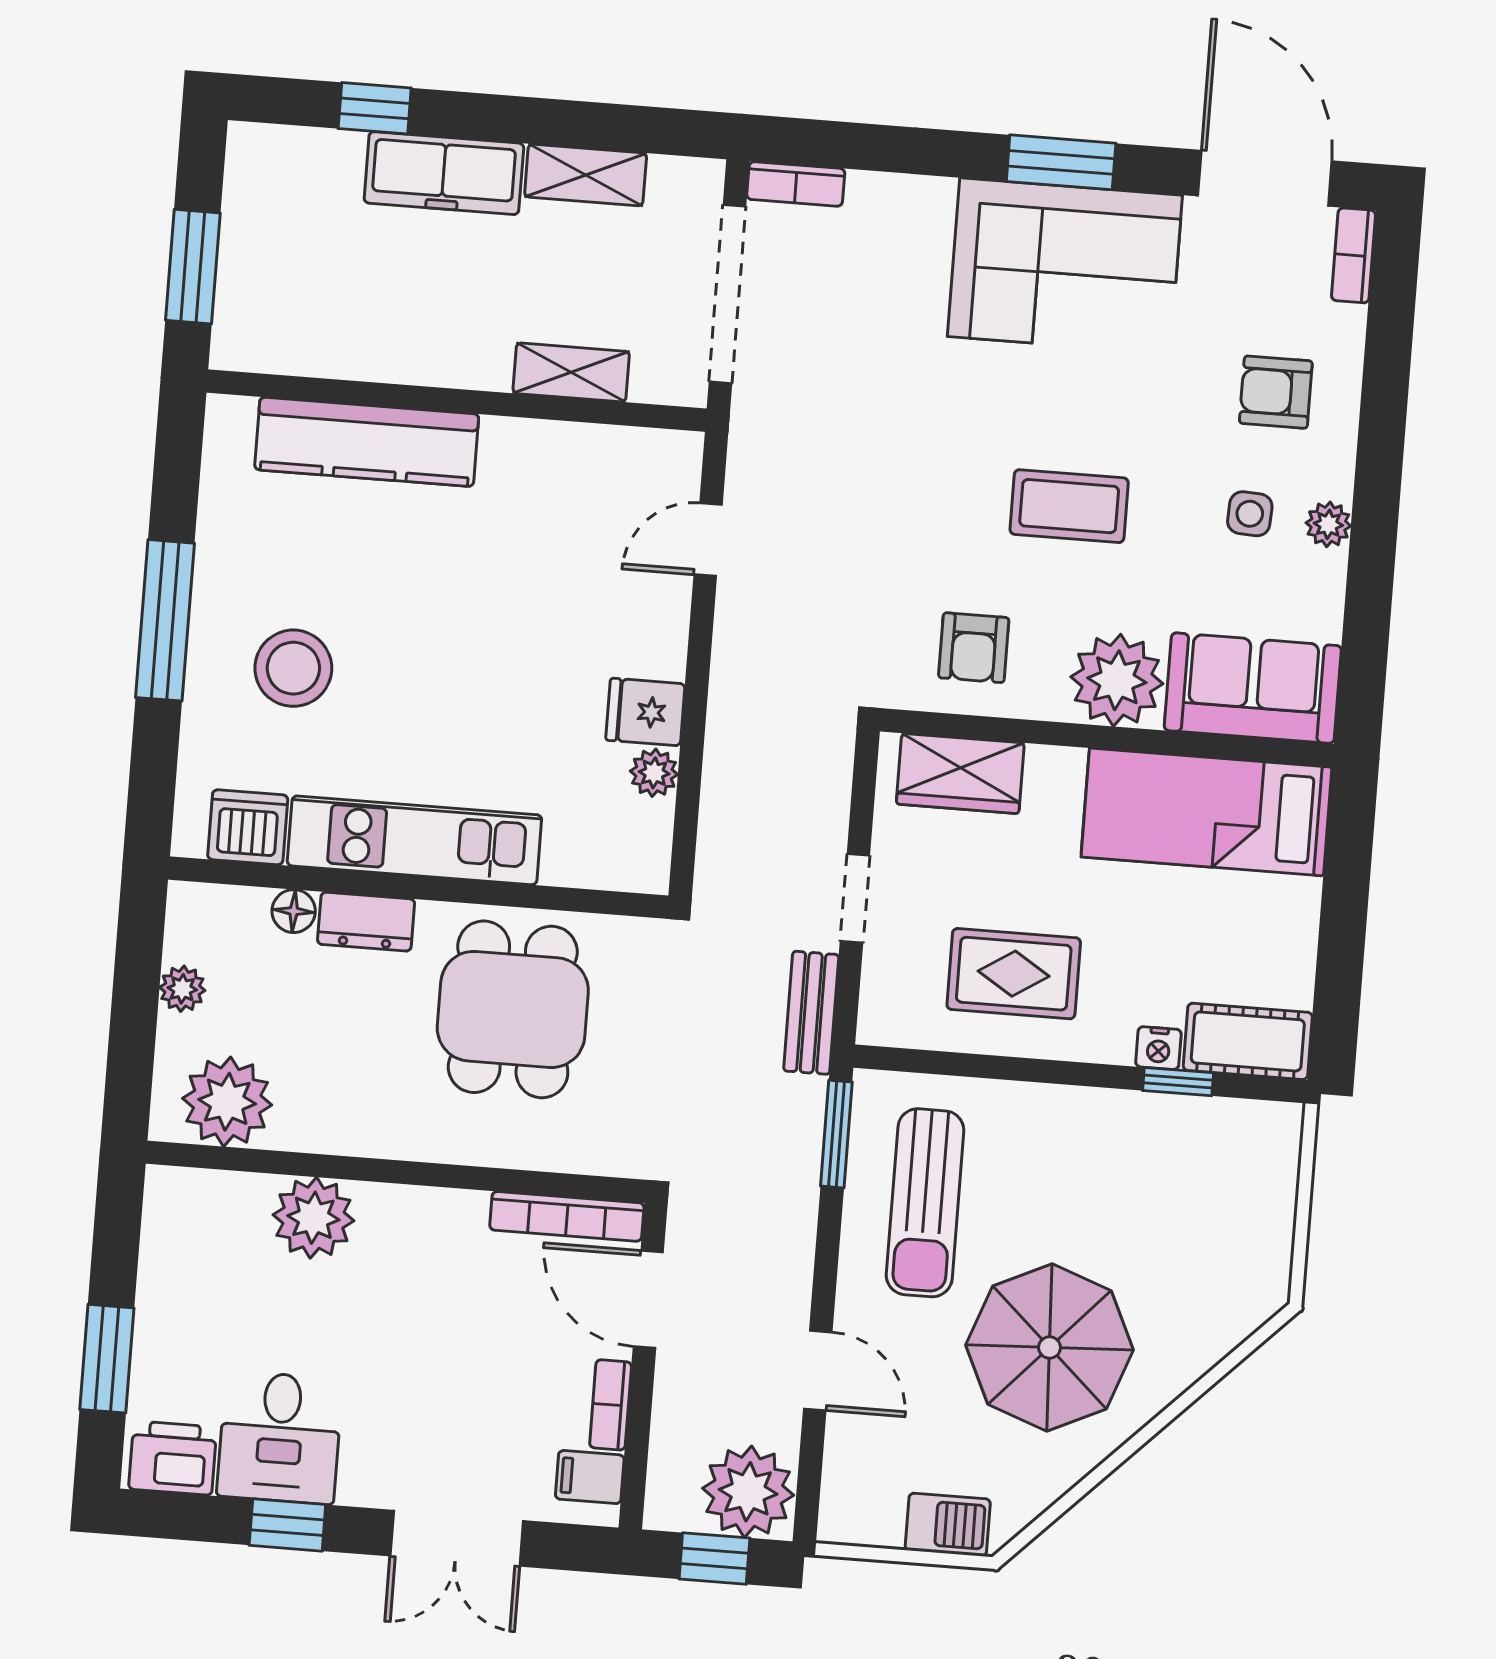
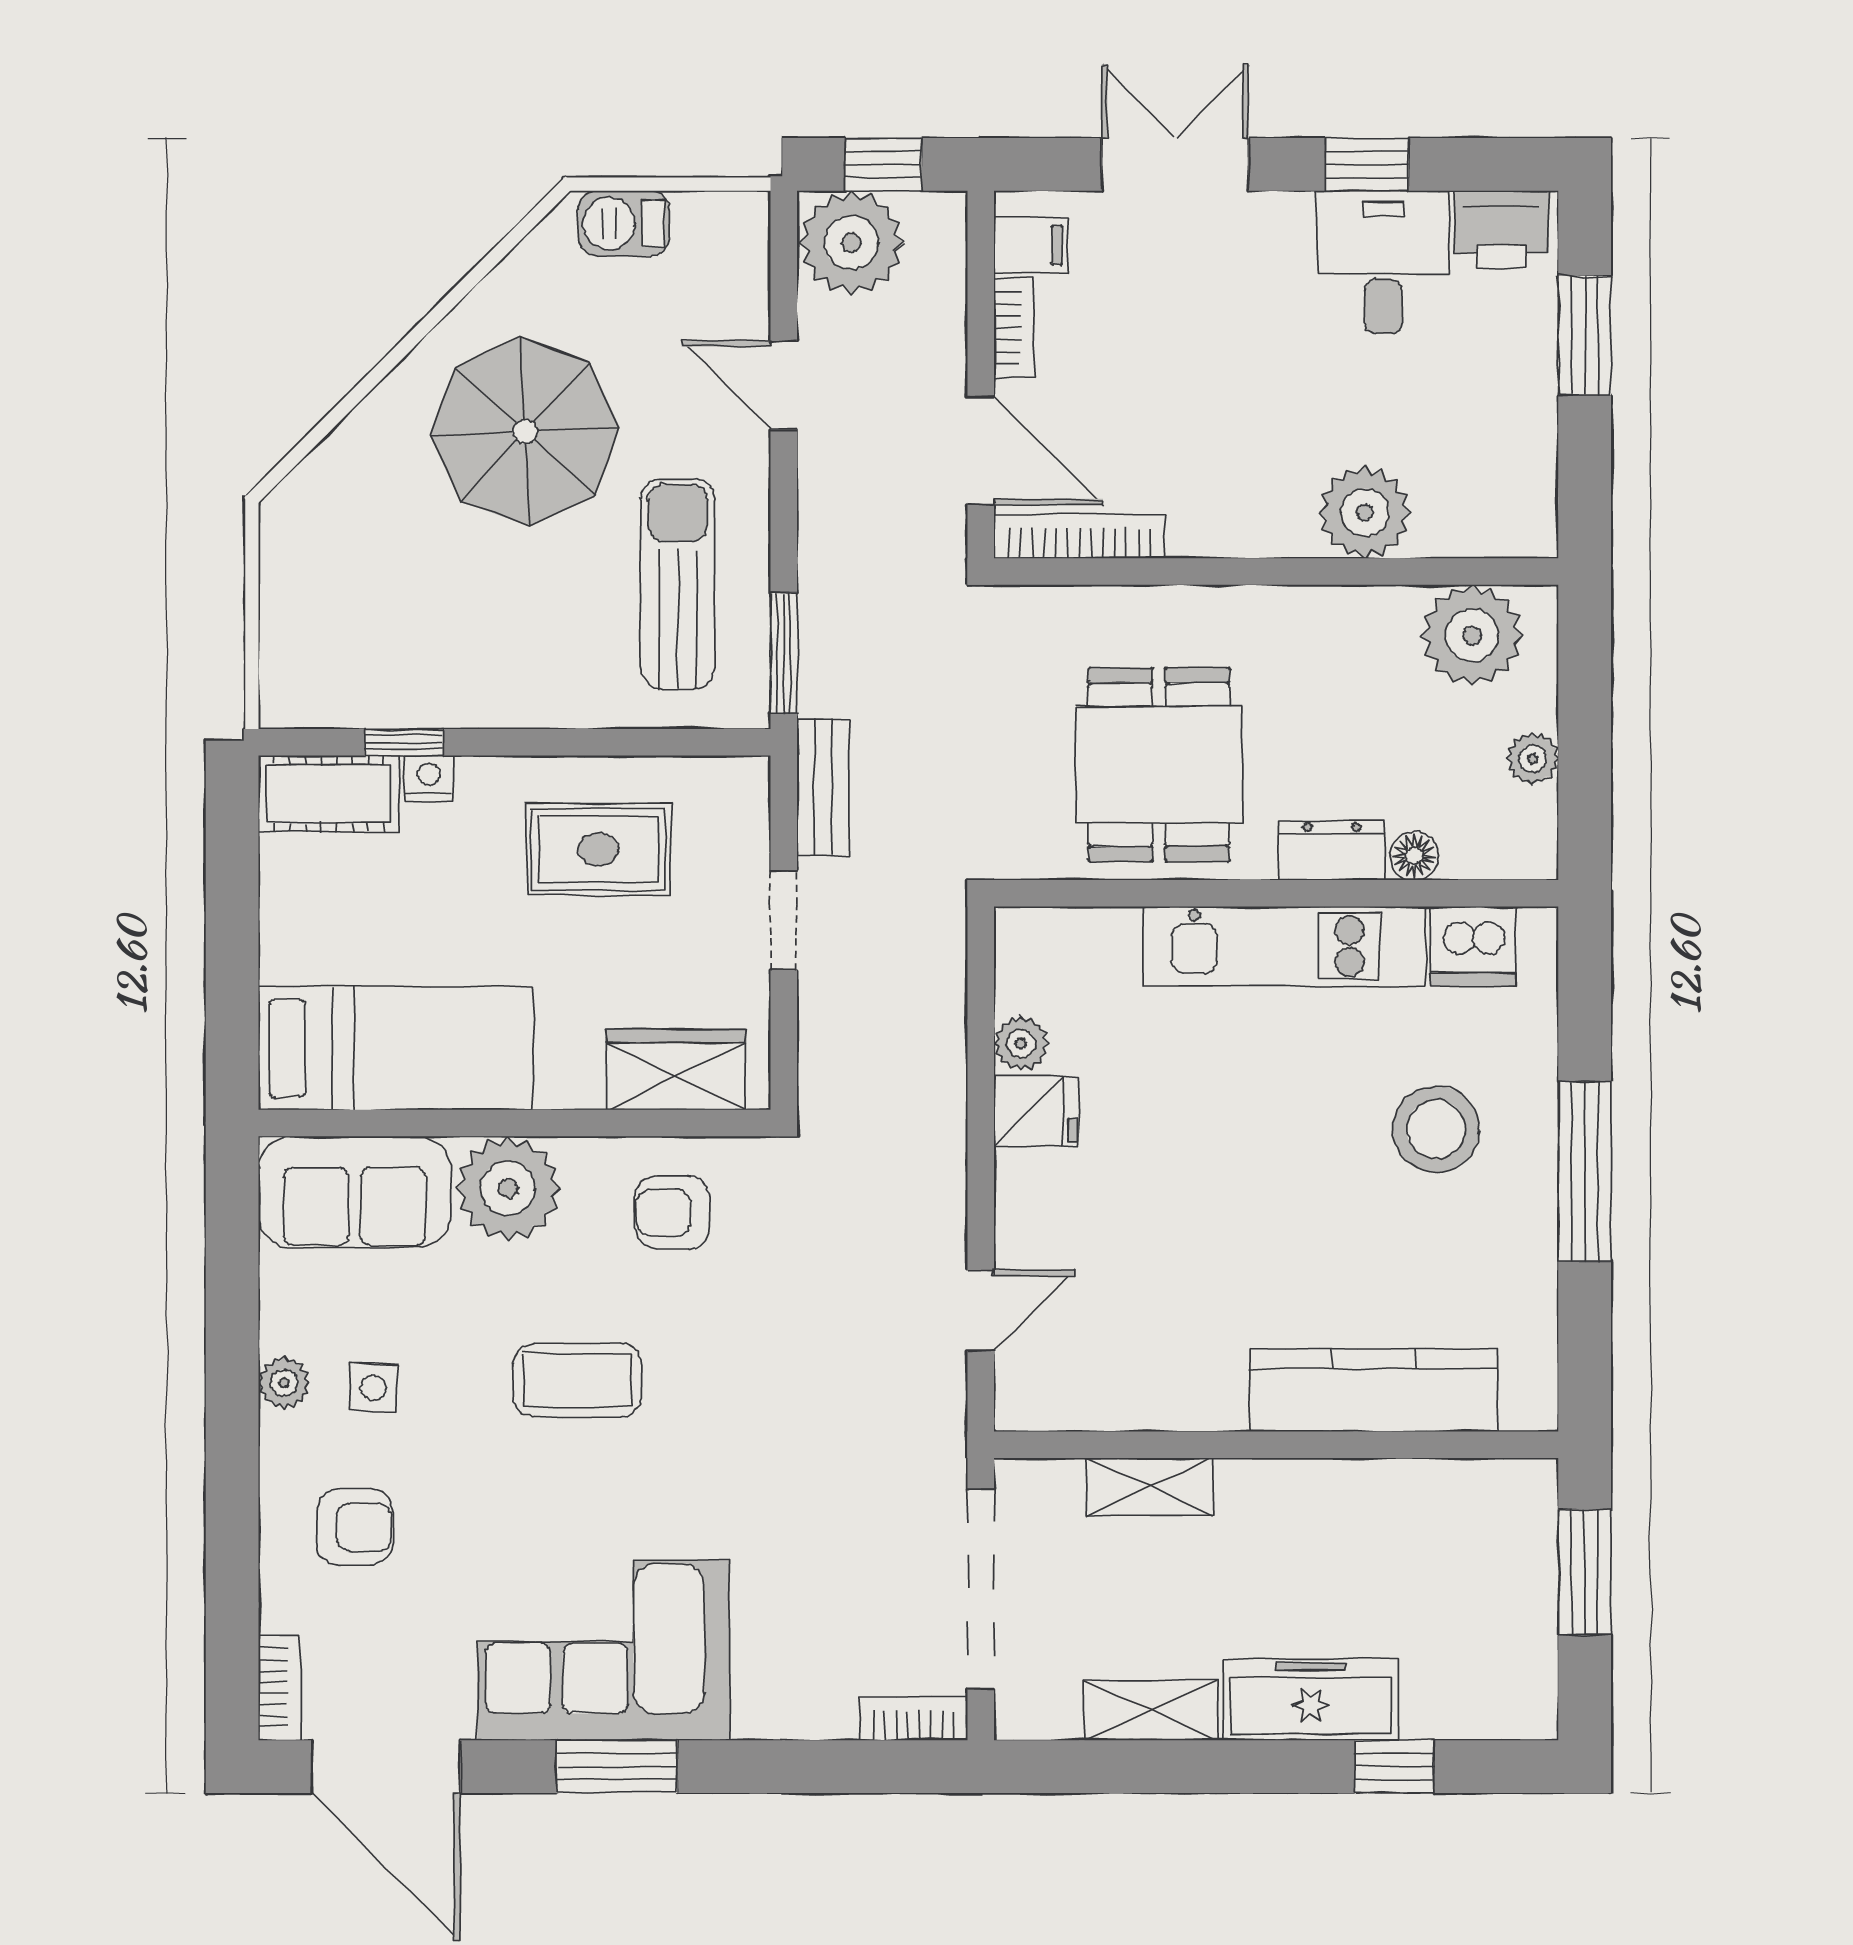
armchair: (974, 648) -> (672, 1212), turned -90

